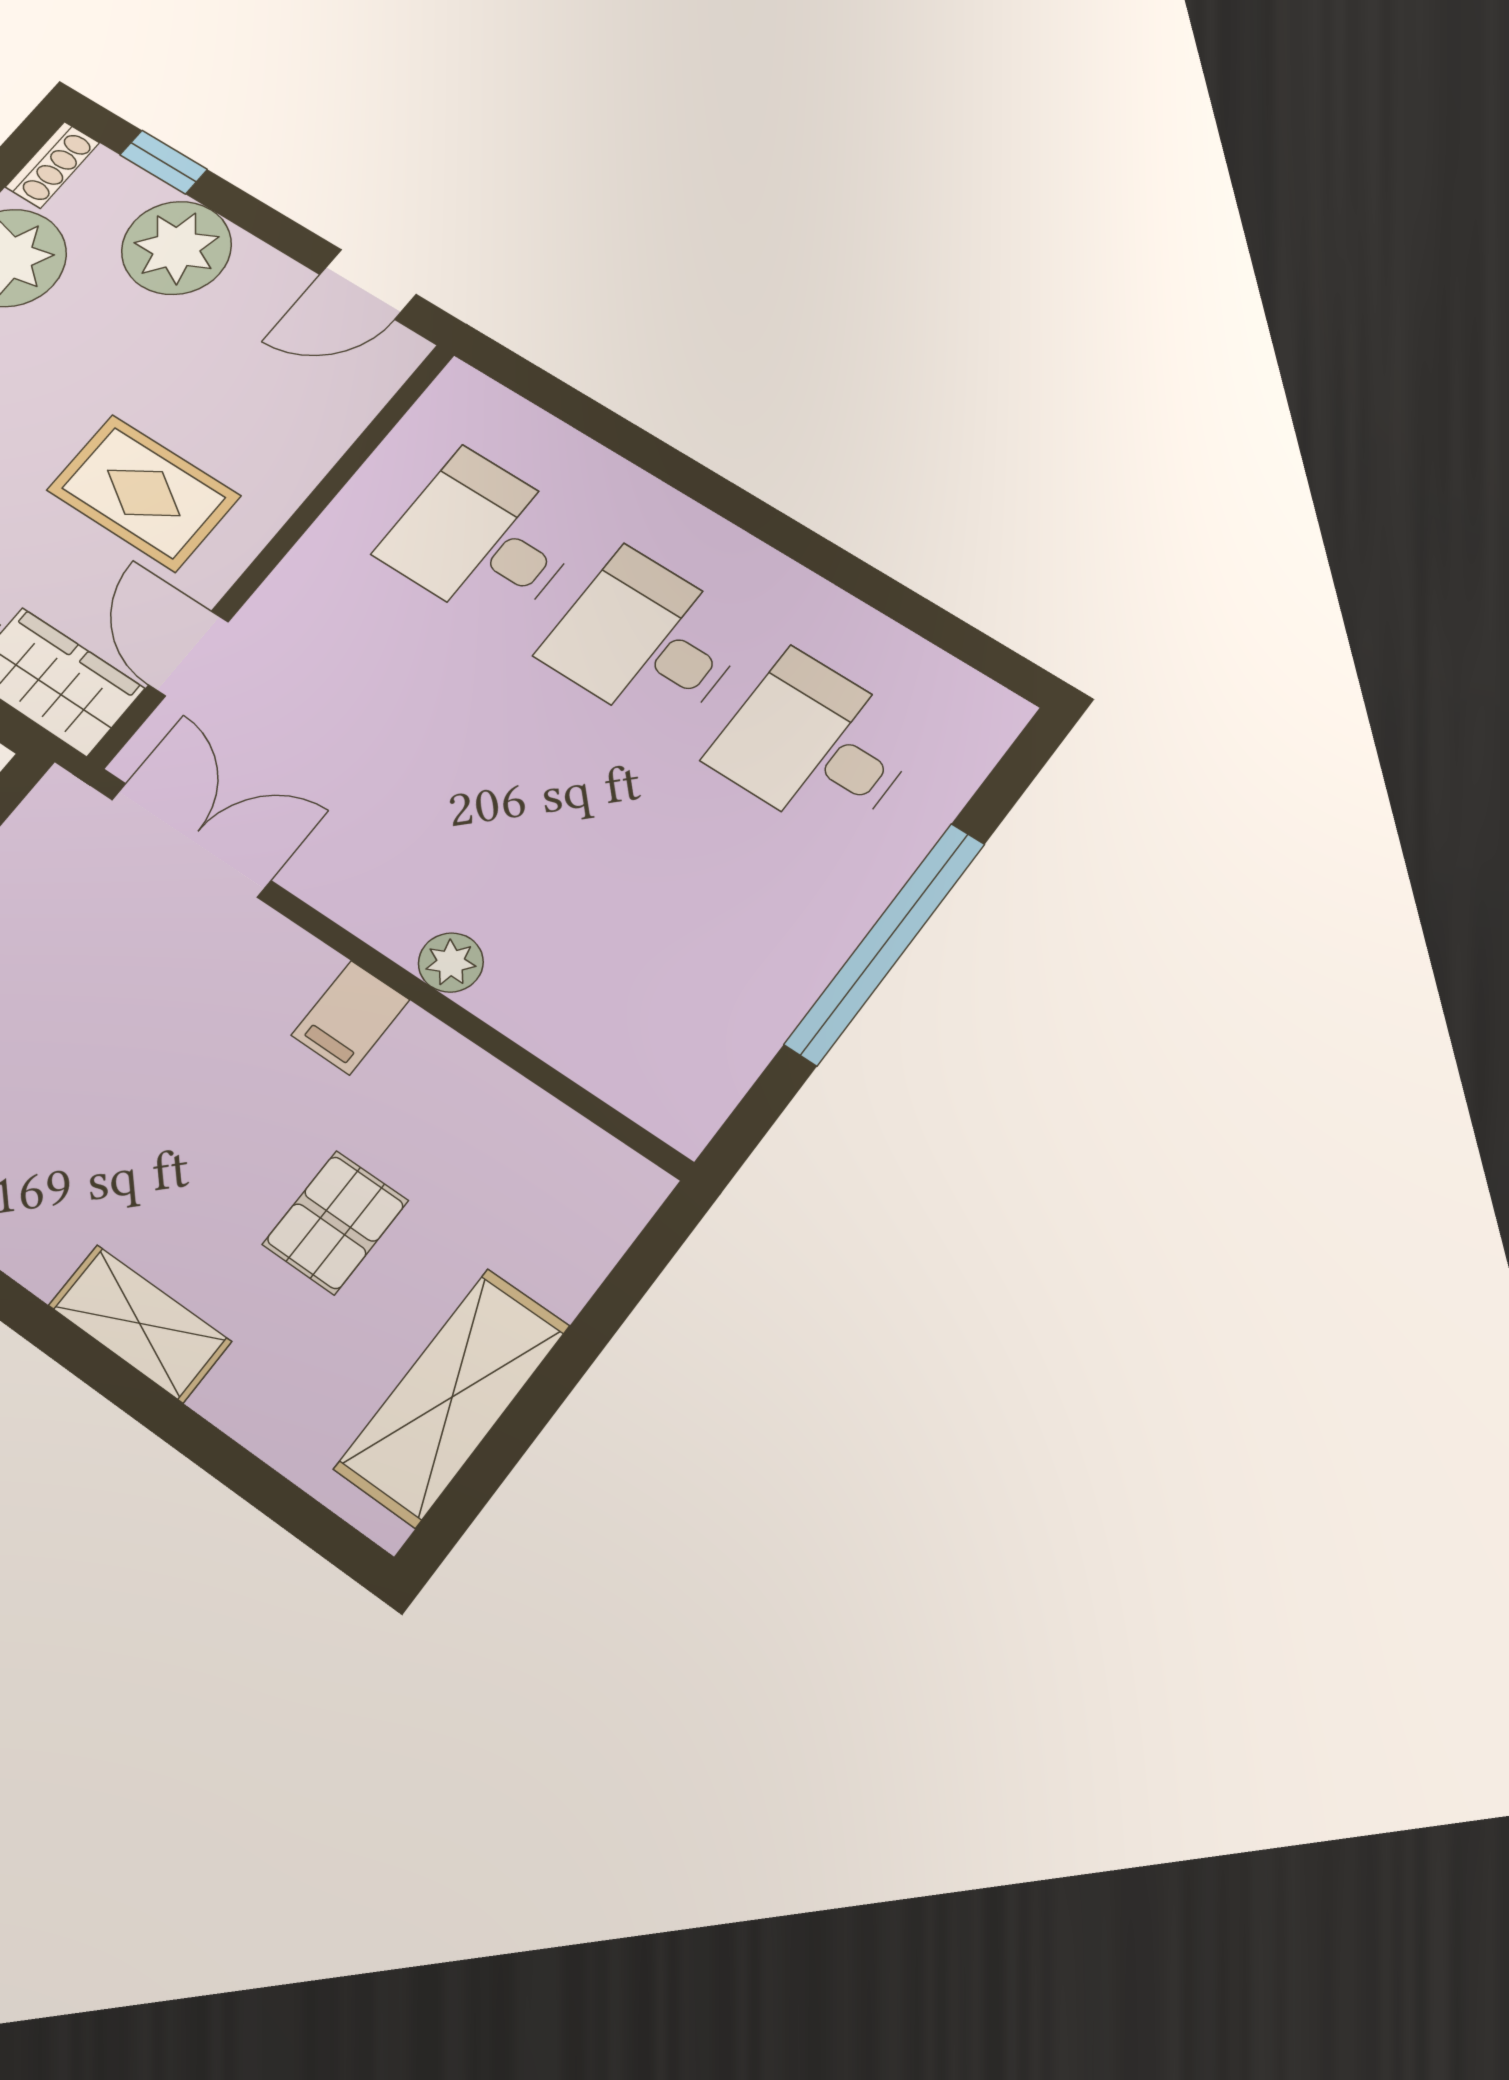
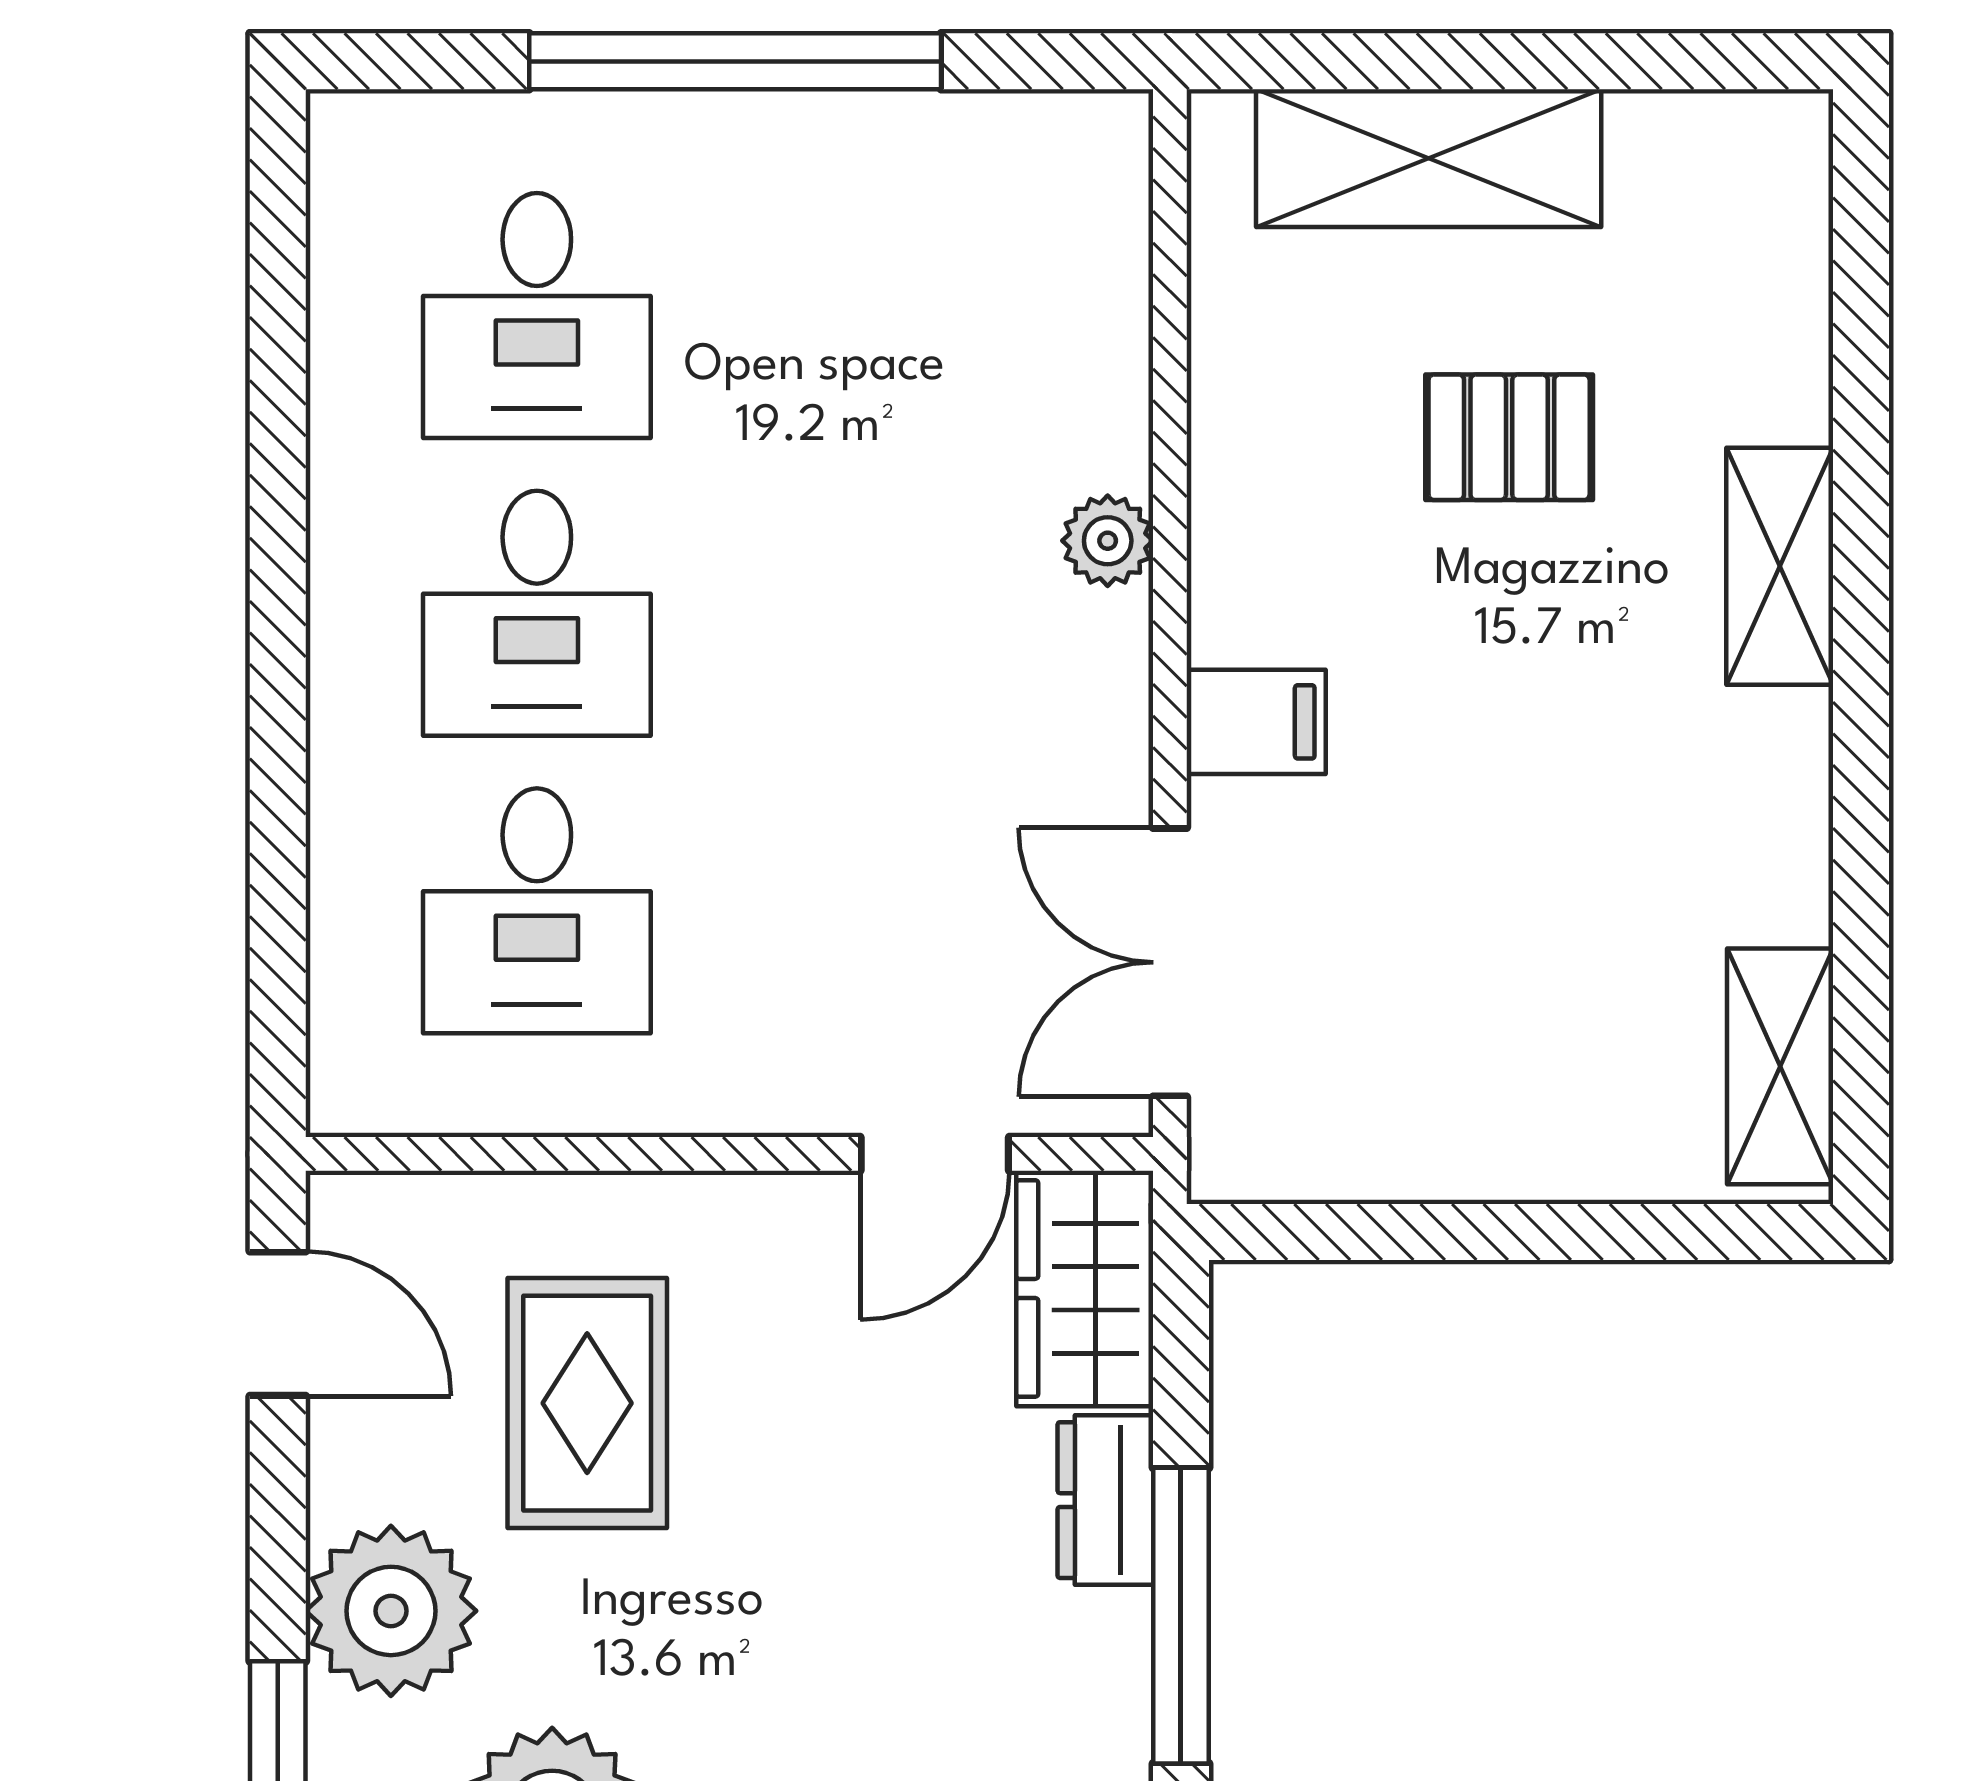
rug: (144, 493) -> (587, 1403), moved
filing cabinet: (350, 1018) -> (1256, 722), moved
shelving: (452, 1397) -> (1429, 158), moved

